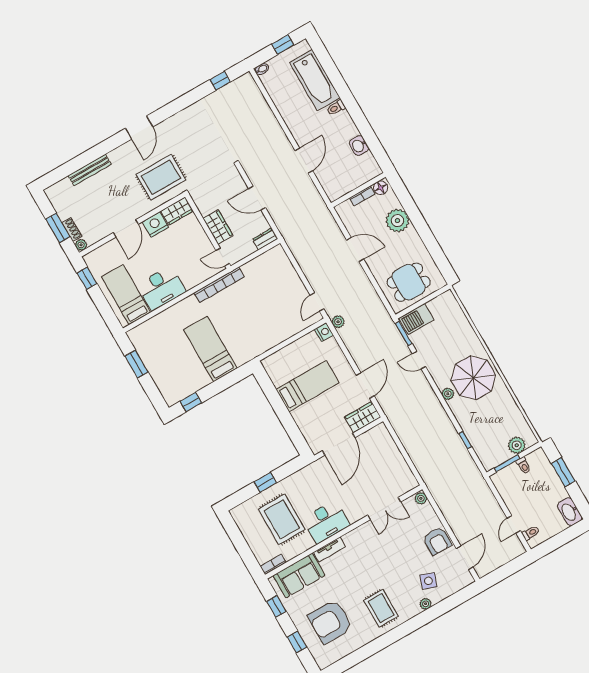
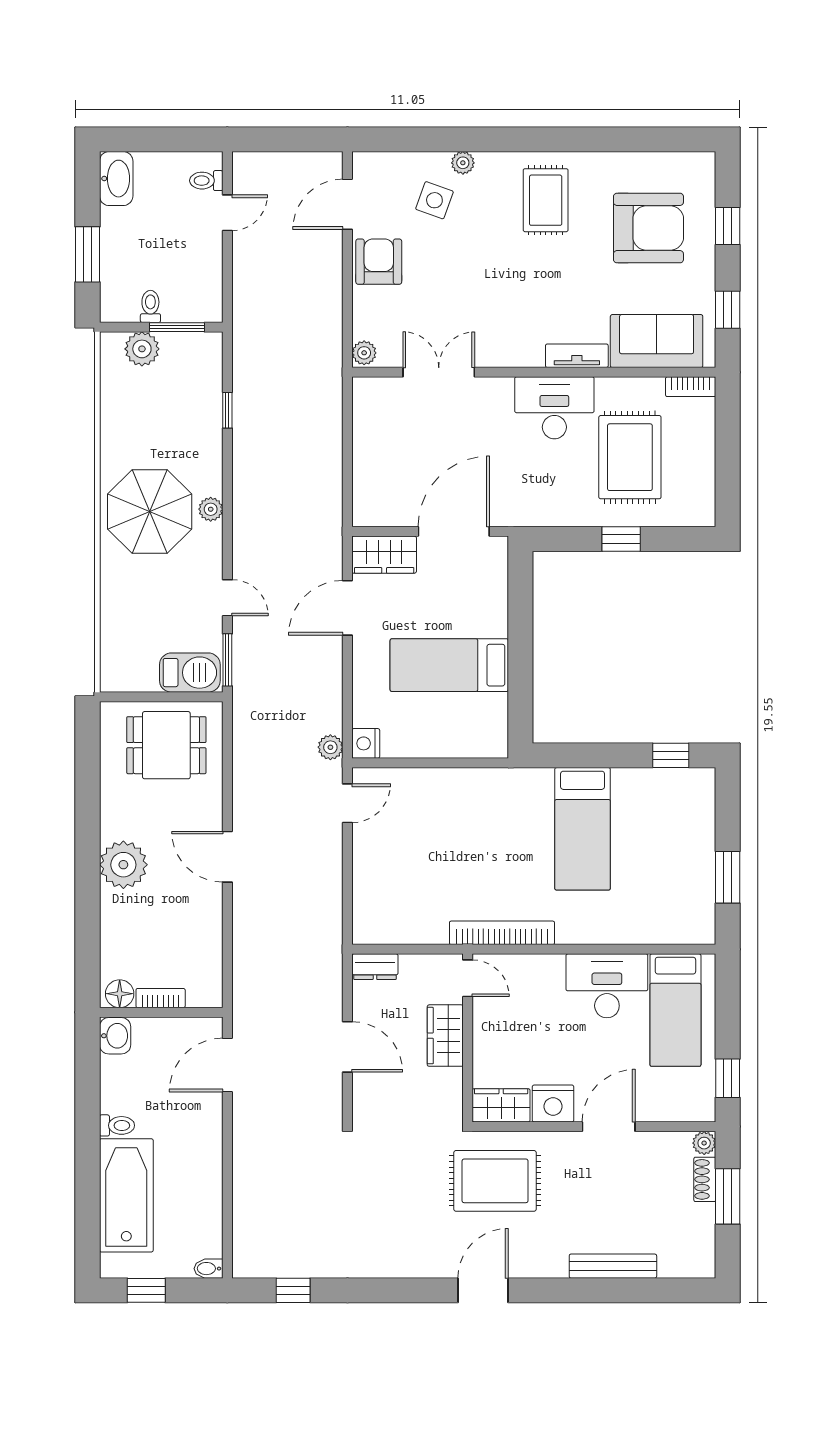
floor lamp: (381, 188) -> (120, 994), moved
wall: (358, 190) -> (161, 1012), moved
bookcase: (362, 196) -> (161, 998), moved

